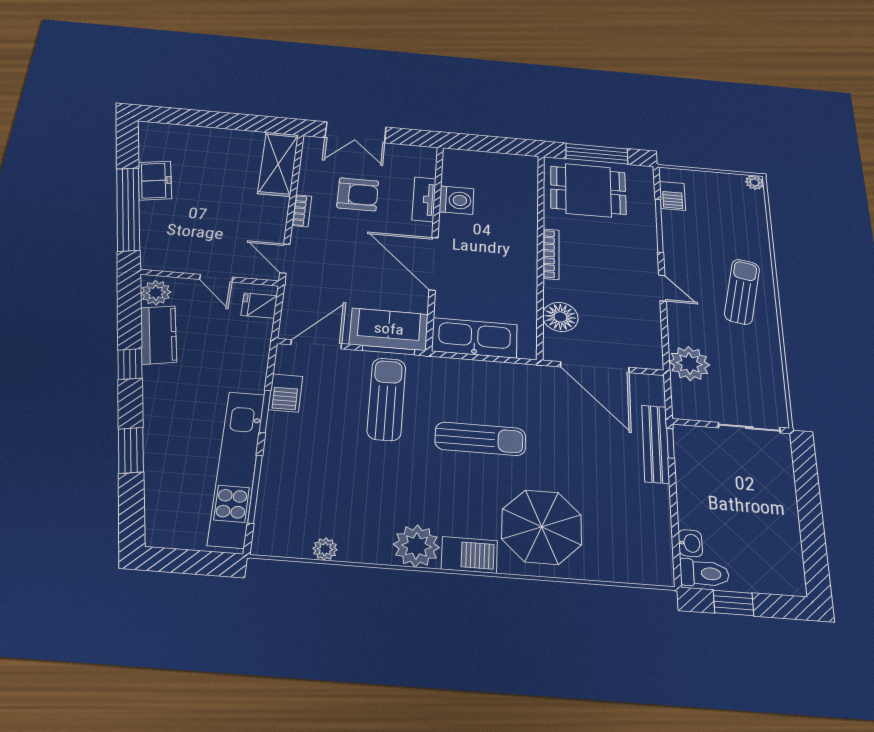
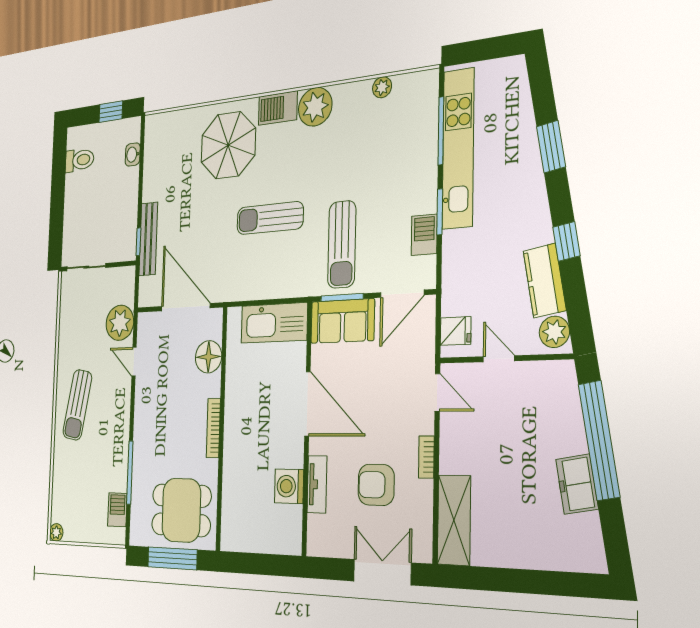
door: (662, 288) -> (134, 362), moved
toilet: (704, 573) -> (80, 160), moved, turned 180

